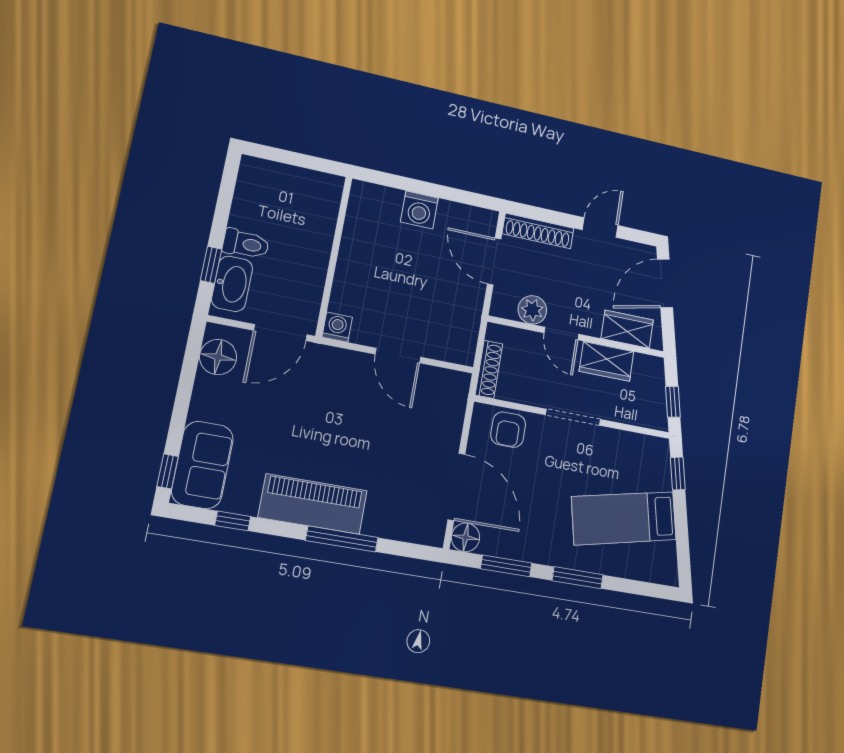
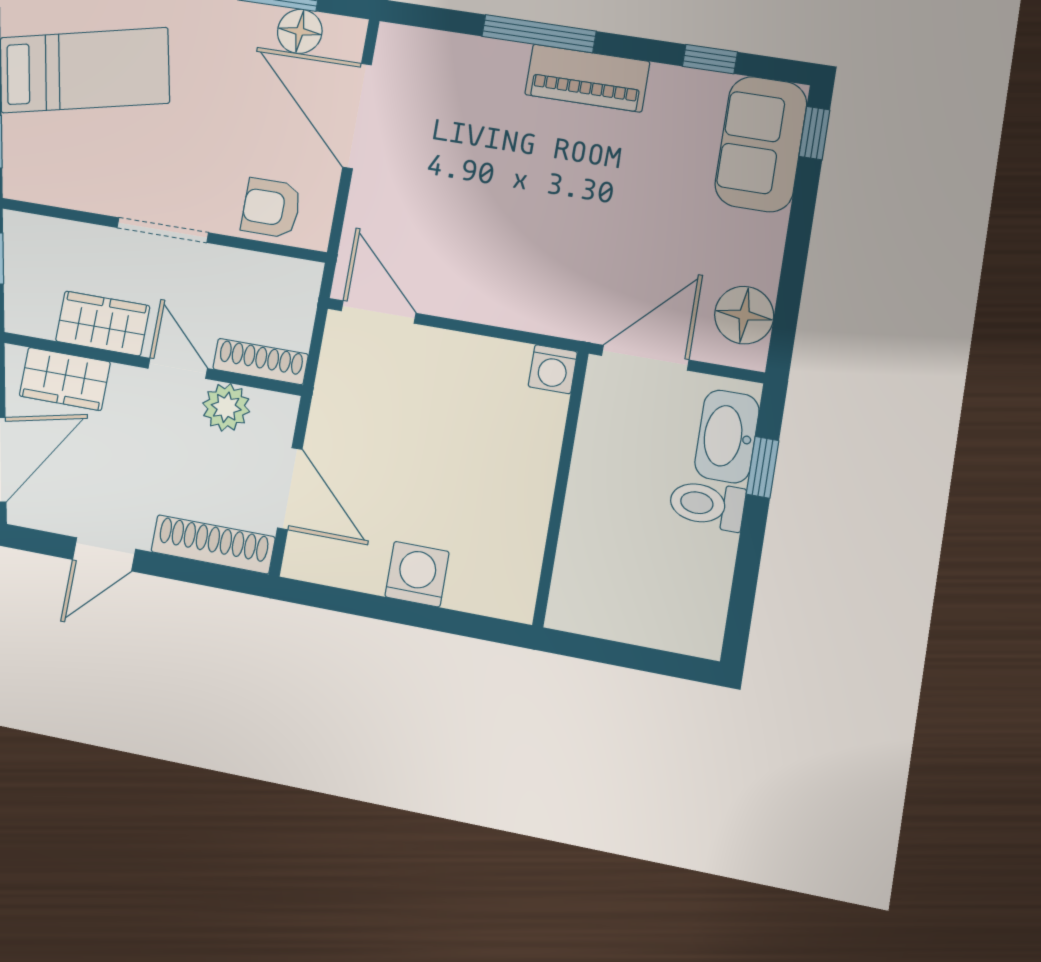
door: (398, 356) -> (379, 312), moved
shoe rack: (489, 369) -> (261, 362), moved, turned 90
armchair: (508, 430) -> (271, 208), turned -90
piano: (313, 504) -> (587, 78), width x0.73, depth x0.75
floor lamp: (466, 537) -> (300, 31), moved

